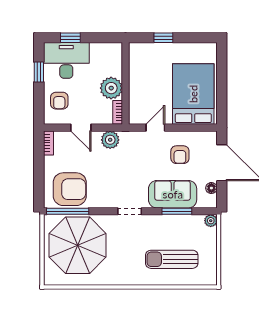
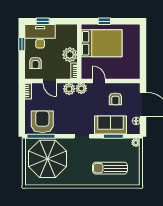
bed: (193, 94) -> (102, 43), moved, turned 90
door: (155, 128) -> (99, 81), hinge flipped
plant: (129, 139) -> (81, 88), added
armchair: (70, 189) -> (42, 122), turned -90

